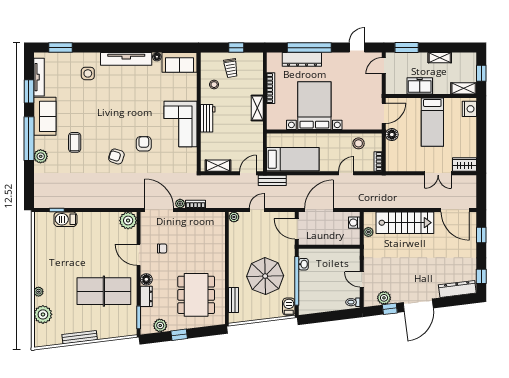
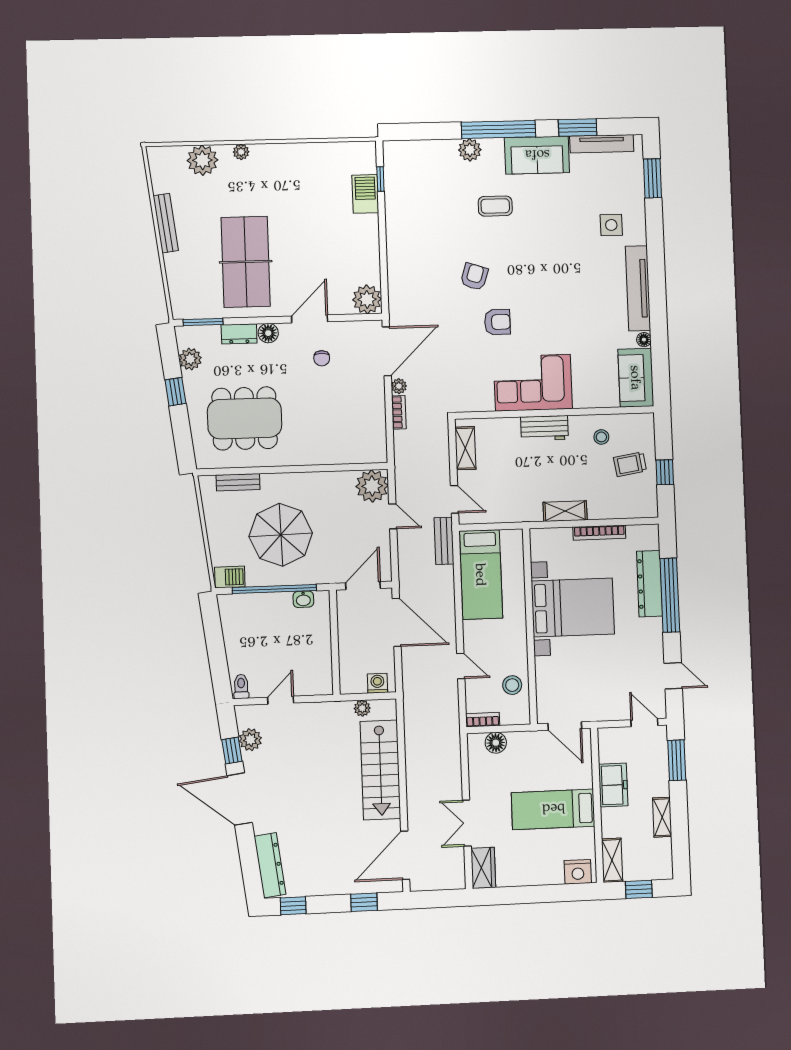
floor lamp: (392, 135) -> (496, 743), moved
plant: (234, 217) -> (372, 486), width x1.88, depth x1.88

